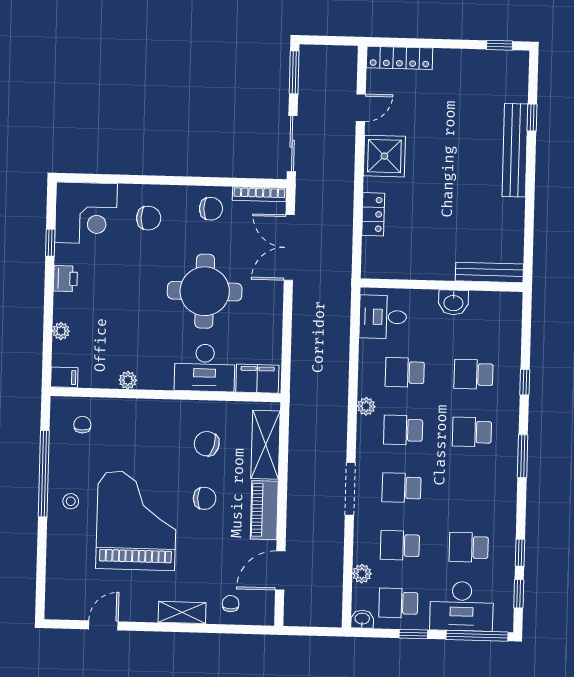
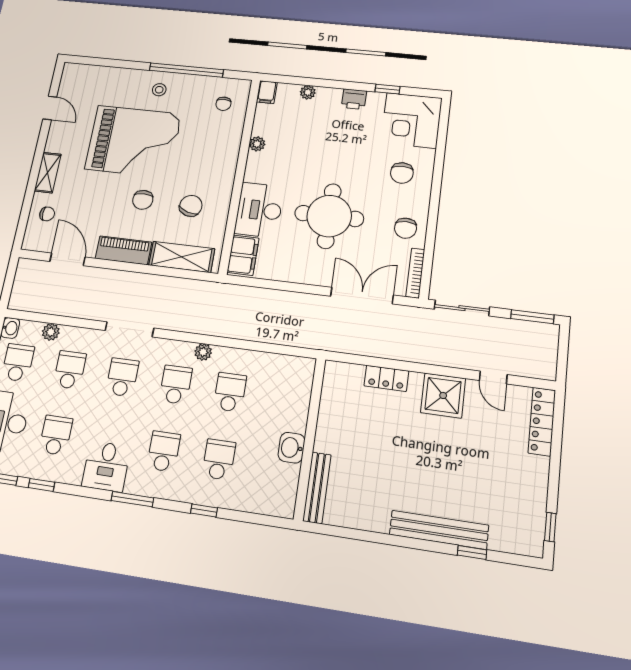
desk: (383, 317) -> (106, 466), moved, turned 180
chair: (82, 425) -> (223, 104), turned 90

